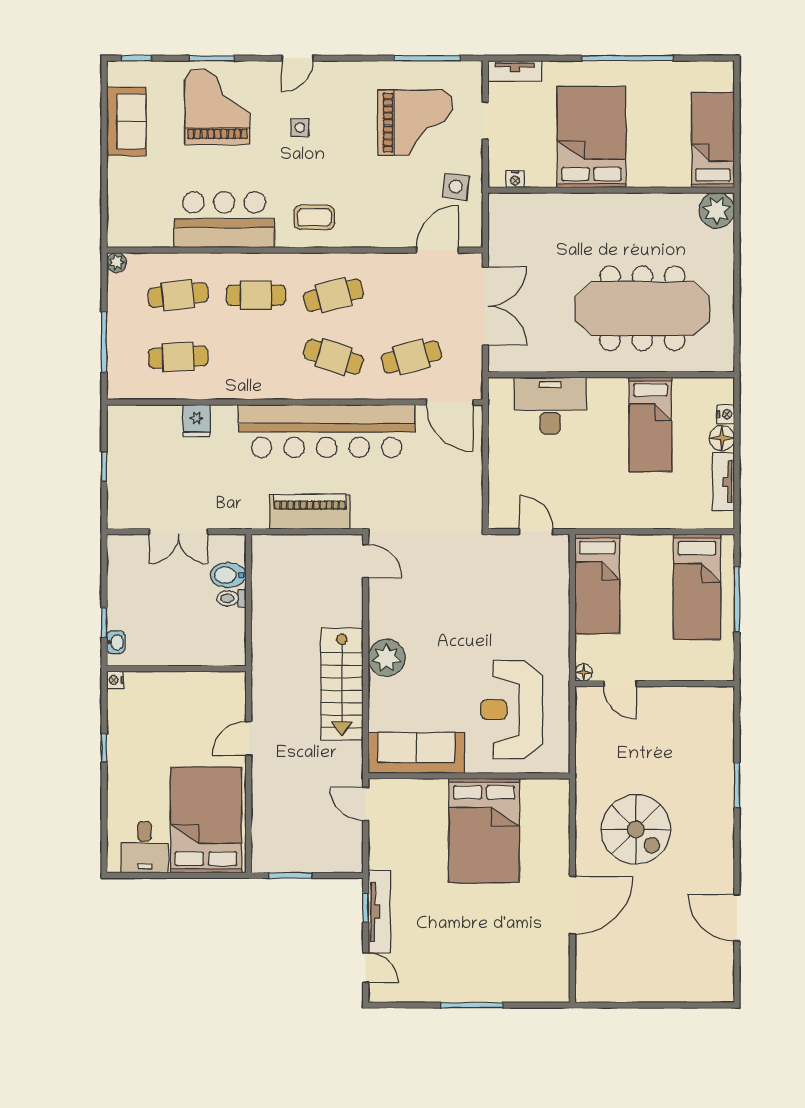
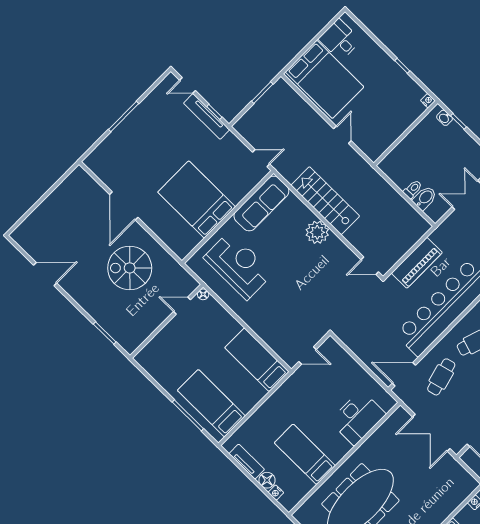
floor lamp: (584, 672) -> (203, 294), moved
door: (620, 684) -> (182, 306), moved
wall: (655, 684) -> (167, 321), moved

